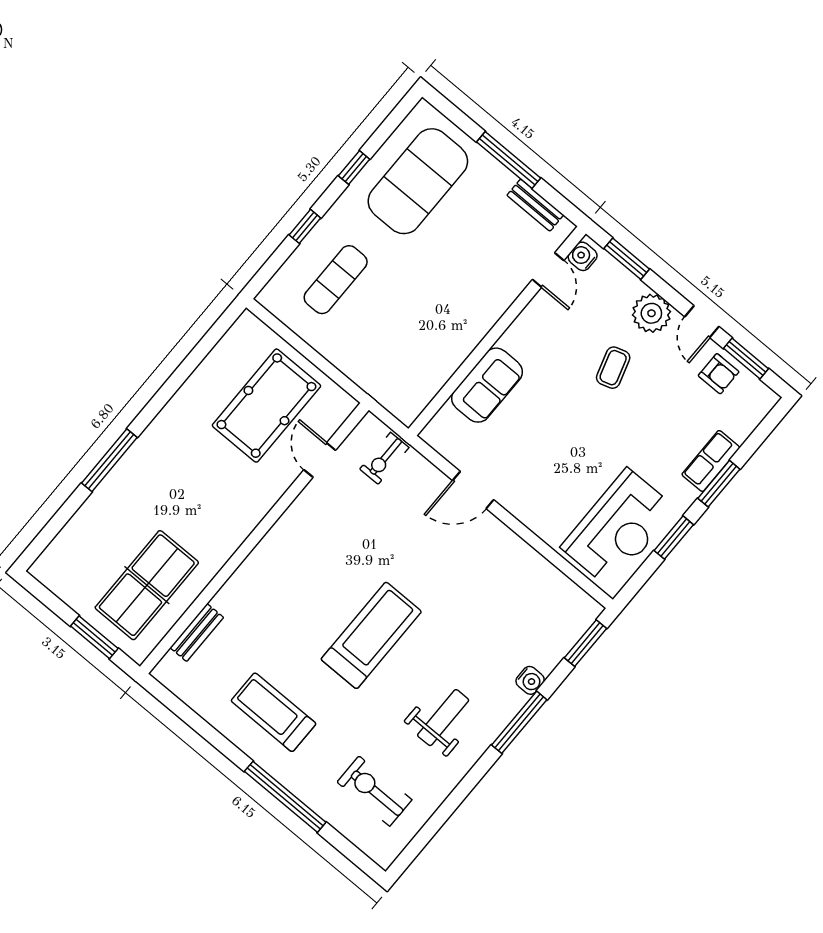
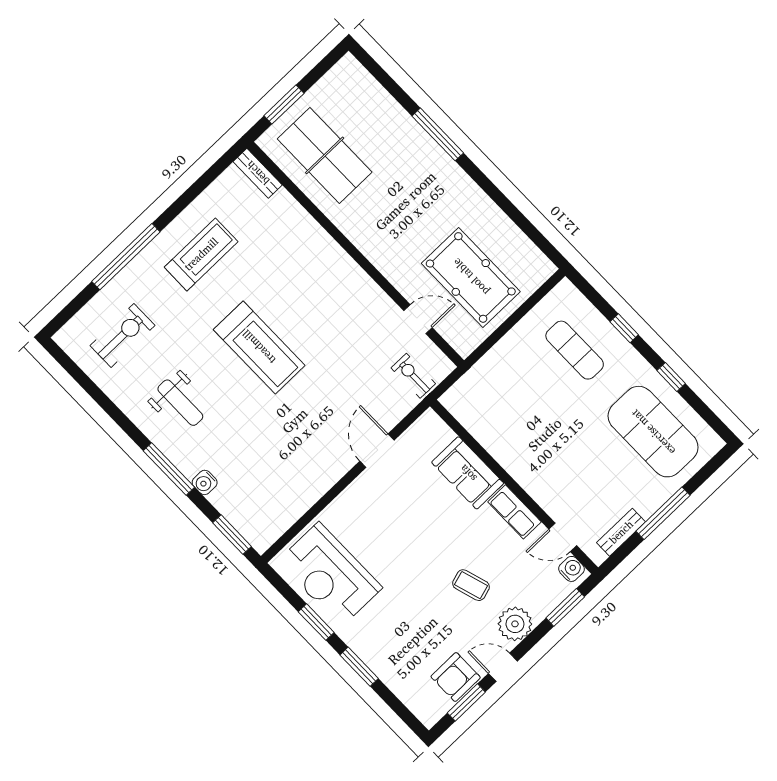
armchair: (719, 374) -> (456, 677), width x1.38, depth x1.38
row of seats: (711, 461) -> (514, 512), moved, turned 180
bench: (197, 633) -> (258, 173), moved

